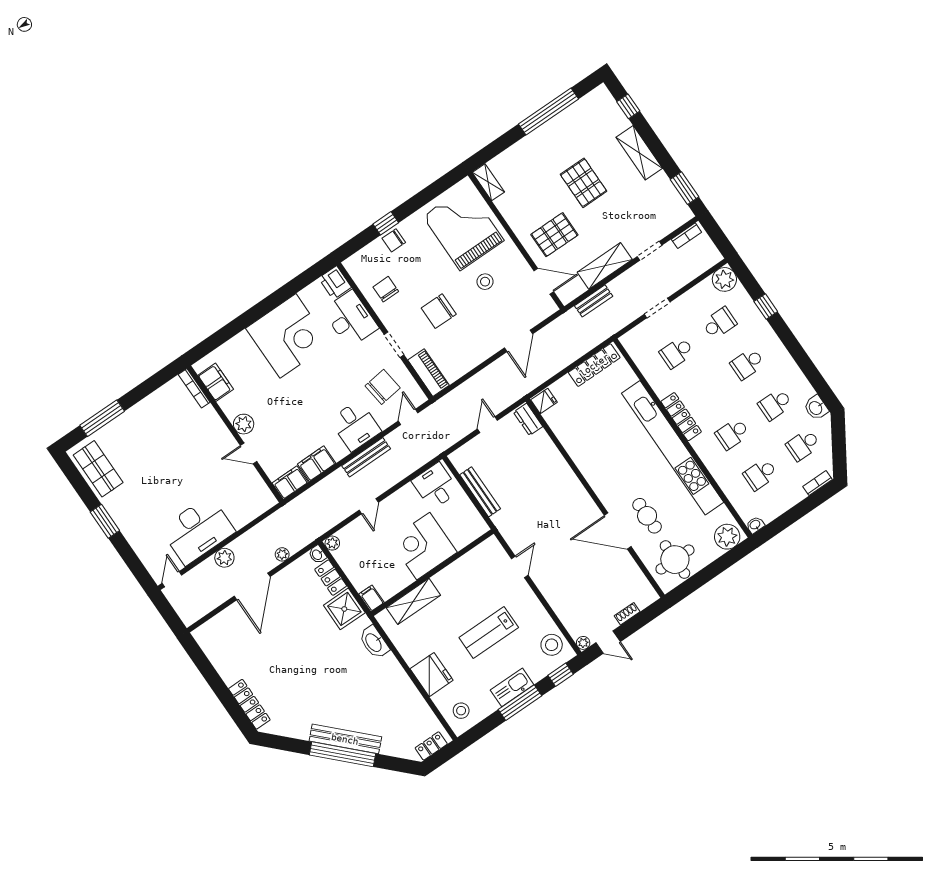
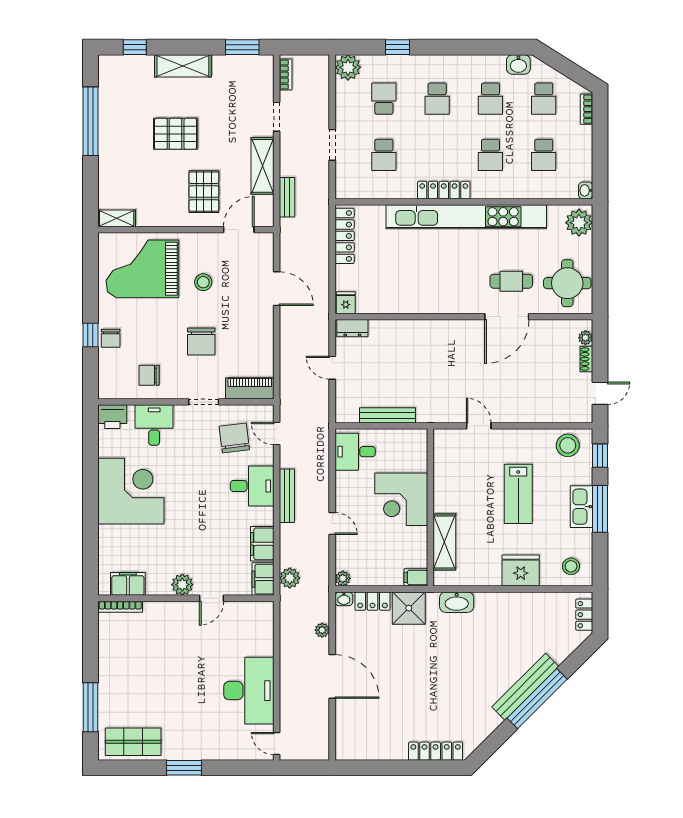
desk: (350, 319) -> (154, 425), width x0.73
plant: (224, 558) -> (290, 578), moved
plant: (583, 643) -> (585, 338), moved

